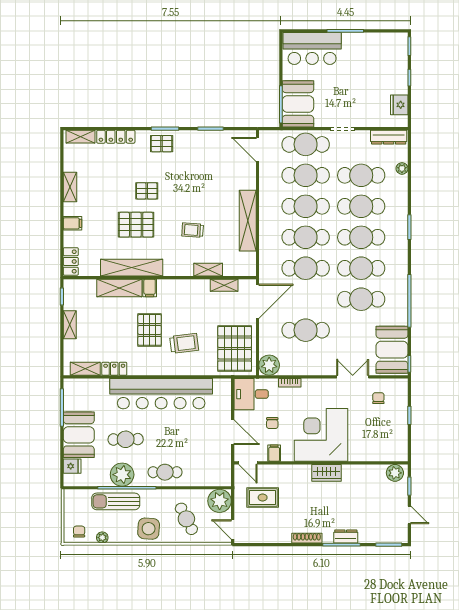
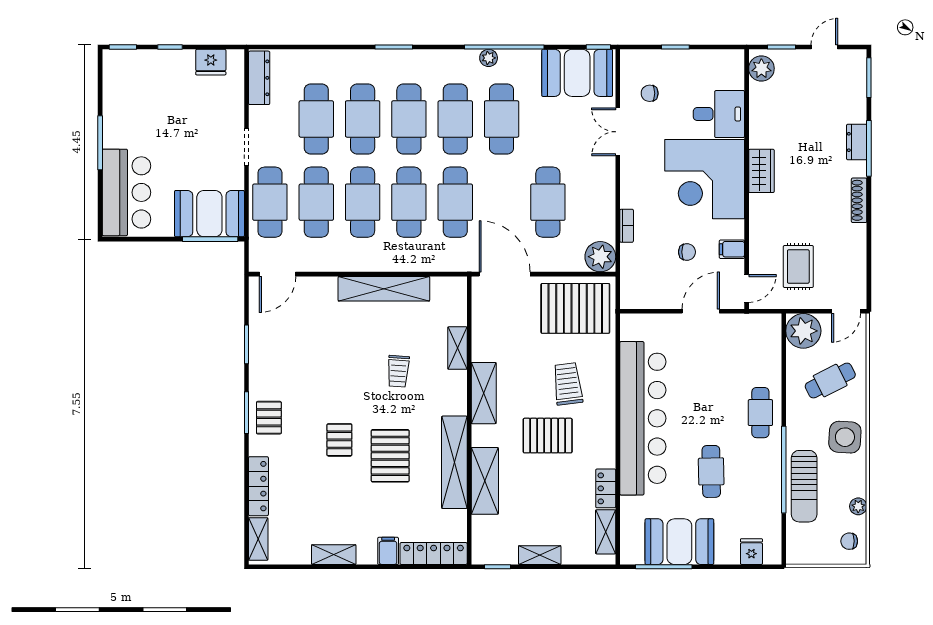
plant: (402, 168) -> (489, 58), moved
locker: (71, 261) -> (434, 554), width x1.53
shelving: (224, 285) -> (484, 393), moved, width x1.50, depth x1.33
filing cabinet: (150, 288) -> (485, 436), removed
desk: (251, 394) -> (719, 114), moved, turned -90
booth: (79, 435) -> (679, 542), moved
plant: (122, 475) -> (764, 477), removed

